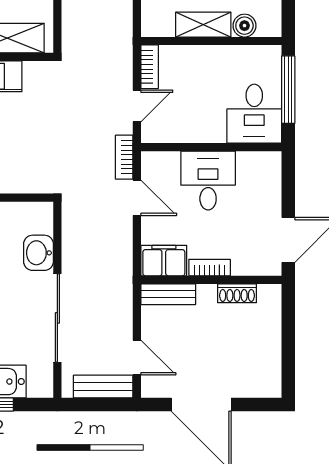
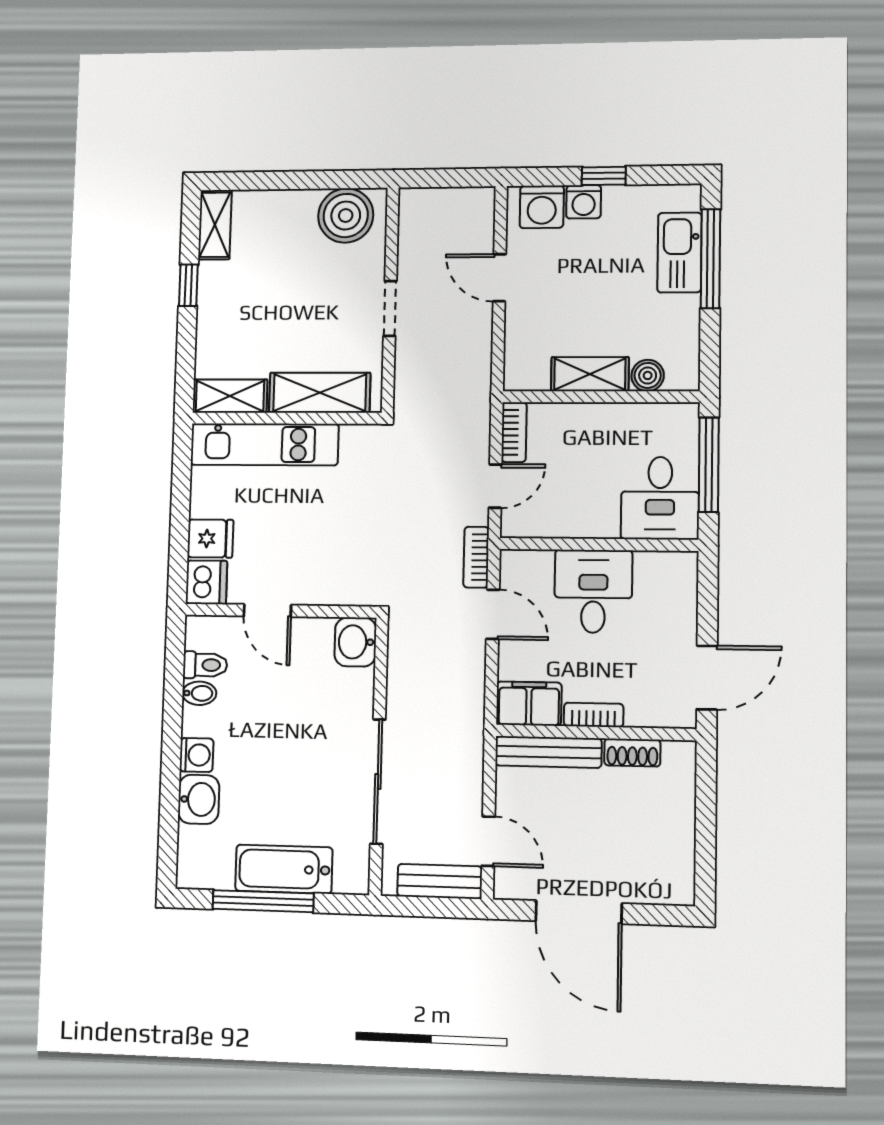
washbasin: (38, 253) -> (355, 642), moved
bench: (168, 294) -> (548, 752), width x1.36

